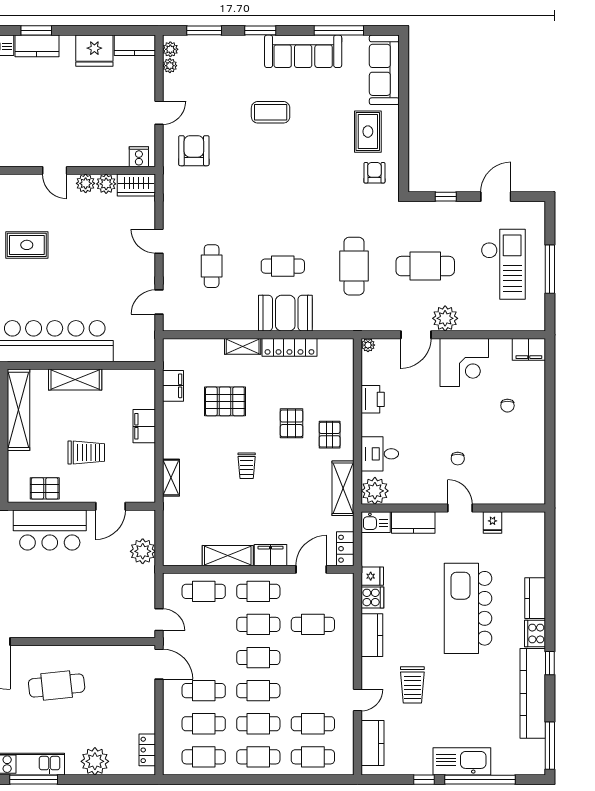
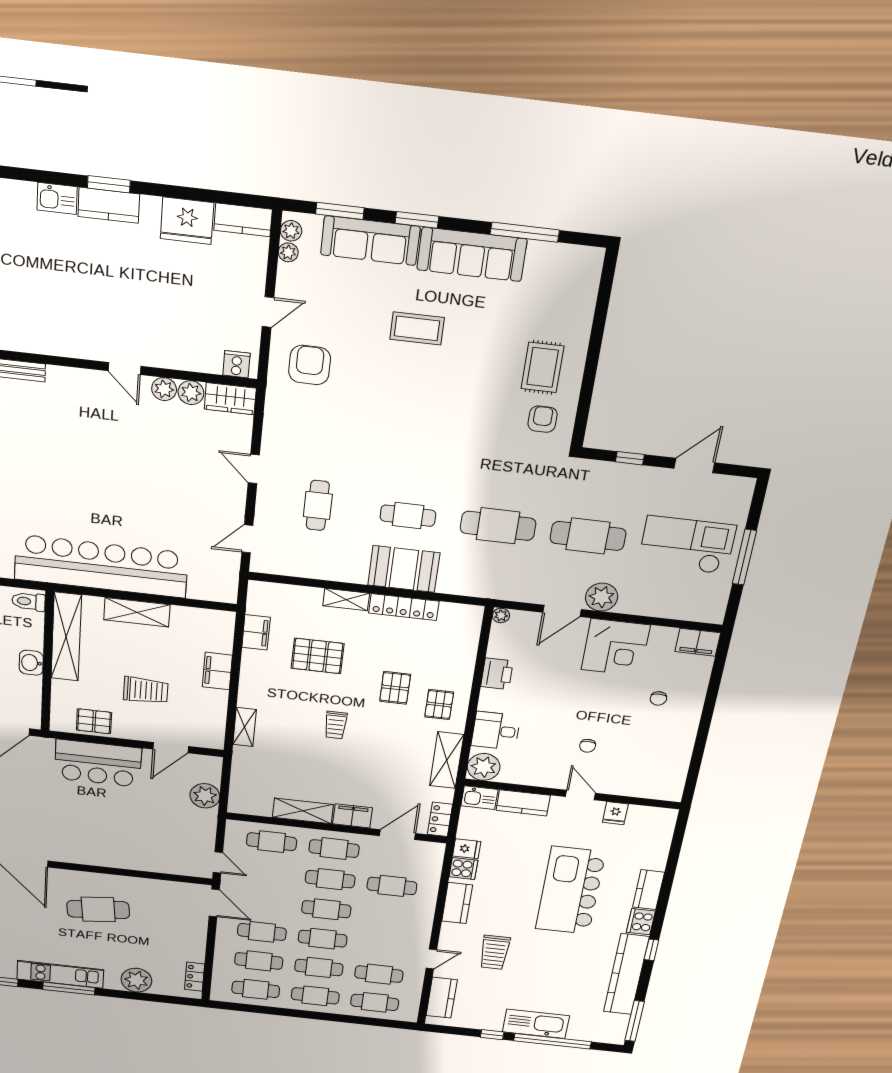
sofa: (384, 70) -> (370, 241), moved, turned -90
rug: (27, 245) -> (84, 454), removed
checkout: (503, 264) -> (687, 545), turned -90
cafe table: (354, 266) -> (498, 526), turned 90

